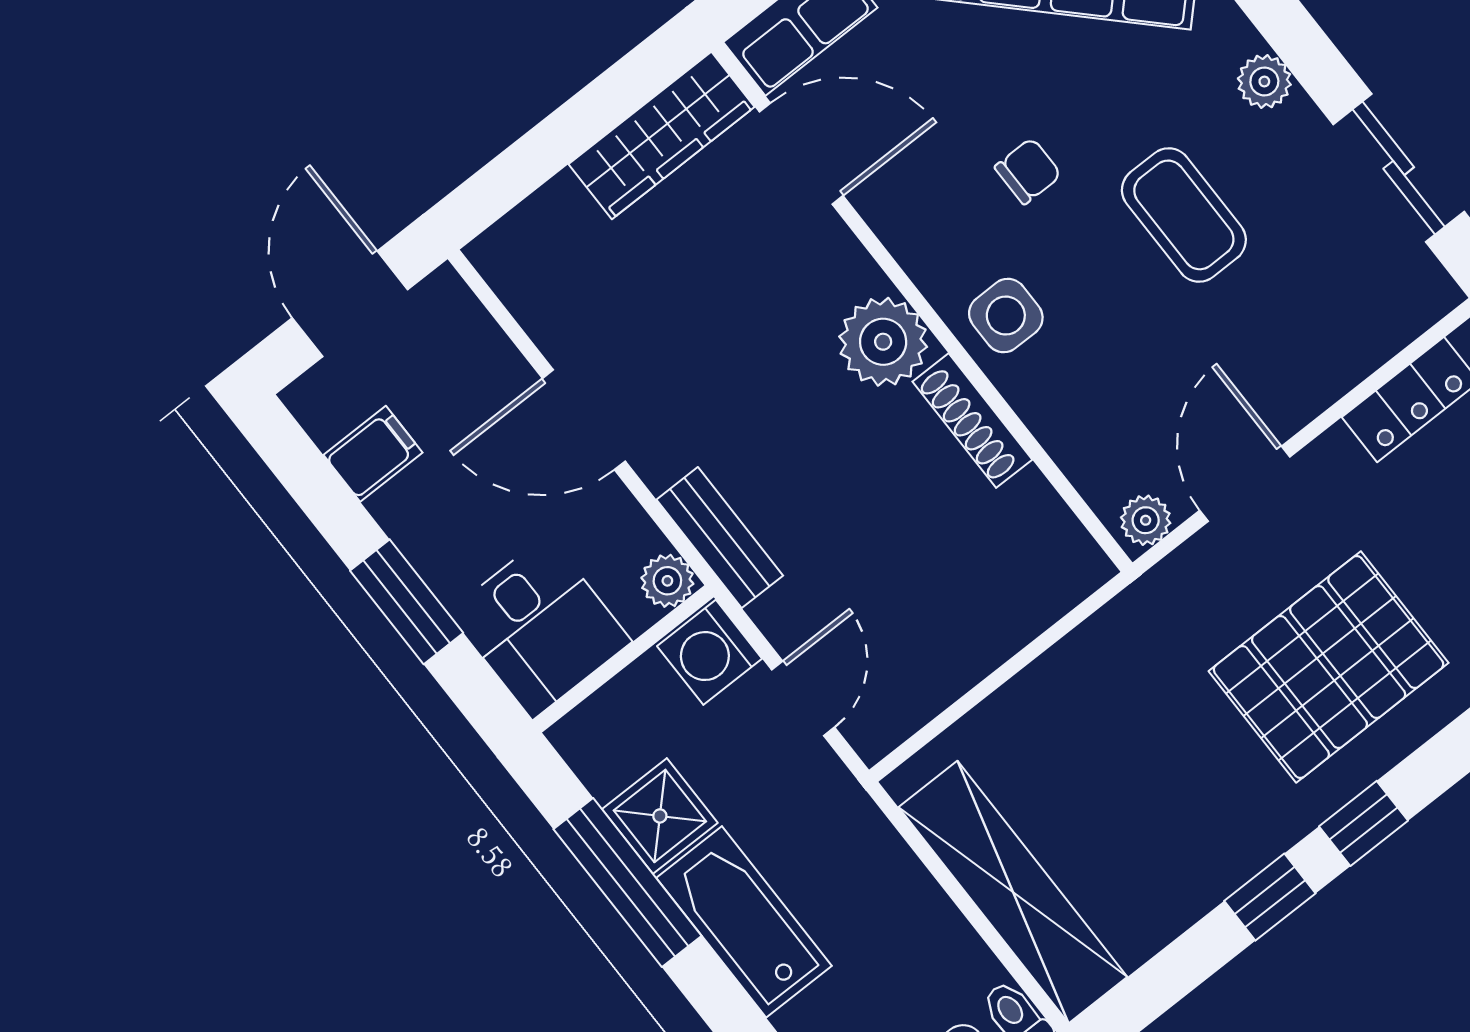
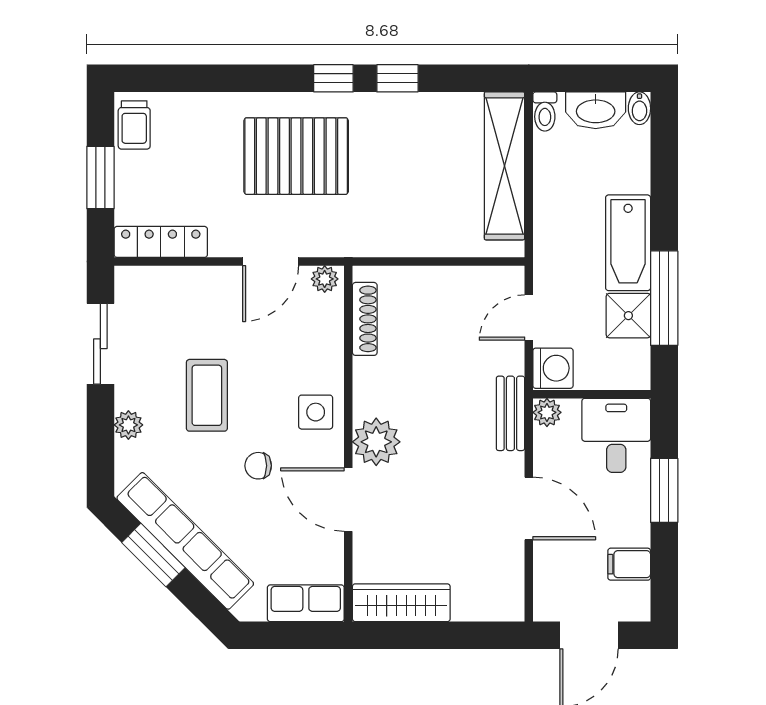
door: (801, 154) -> (348, 500), moved
shoe rack: (972, 421) -> (365, 319), moved

